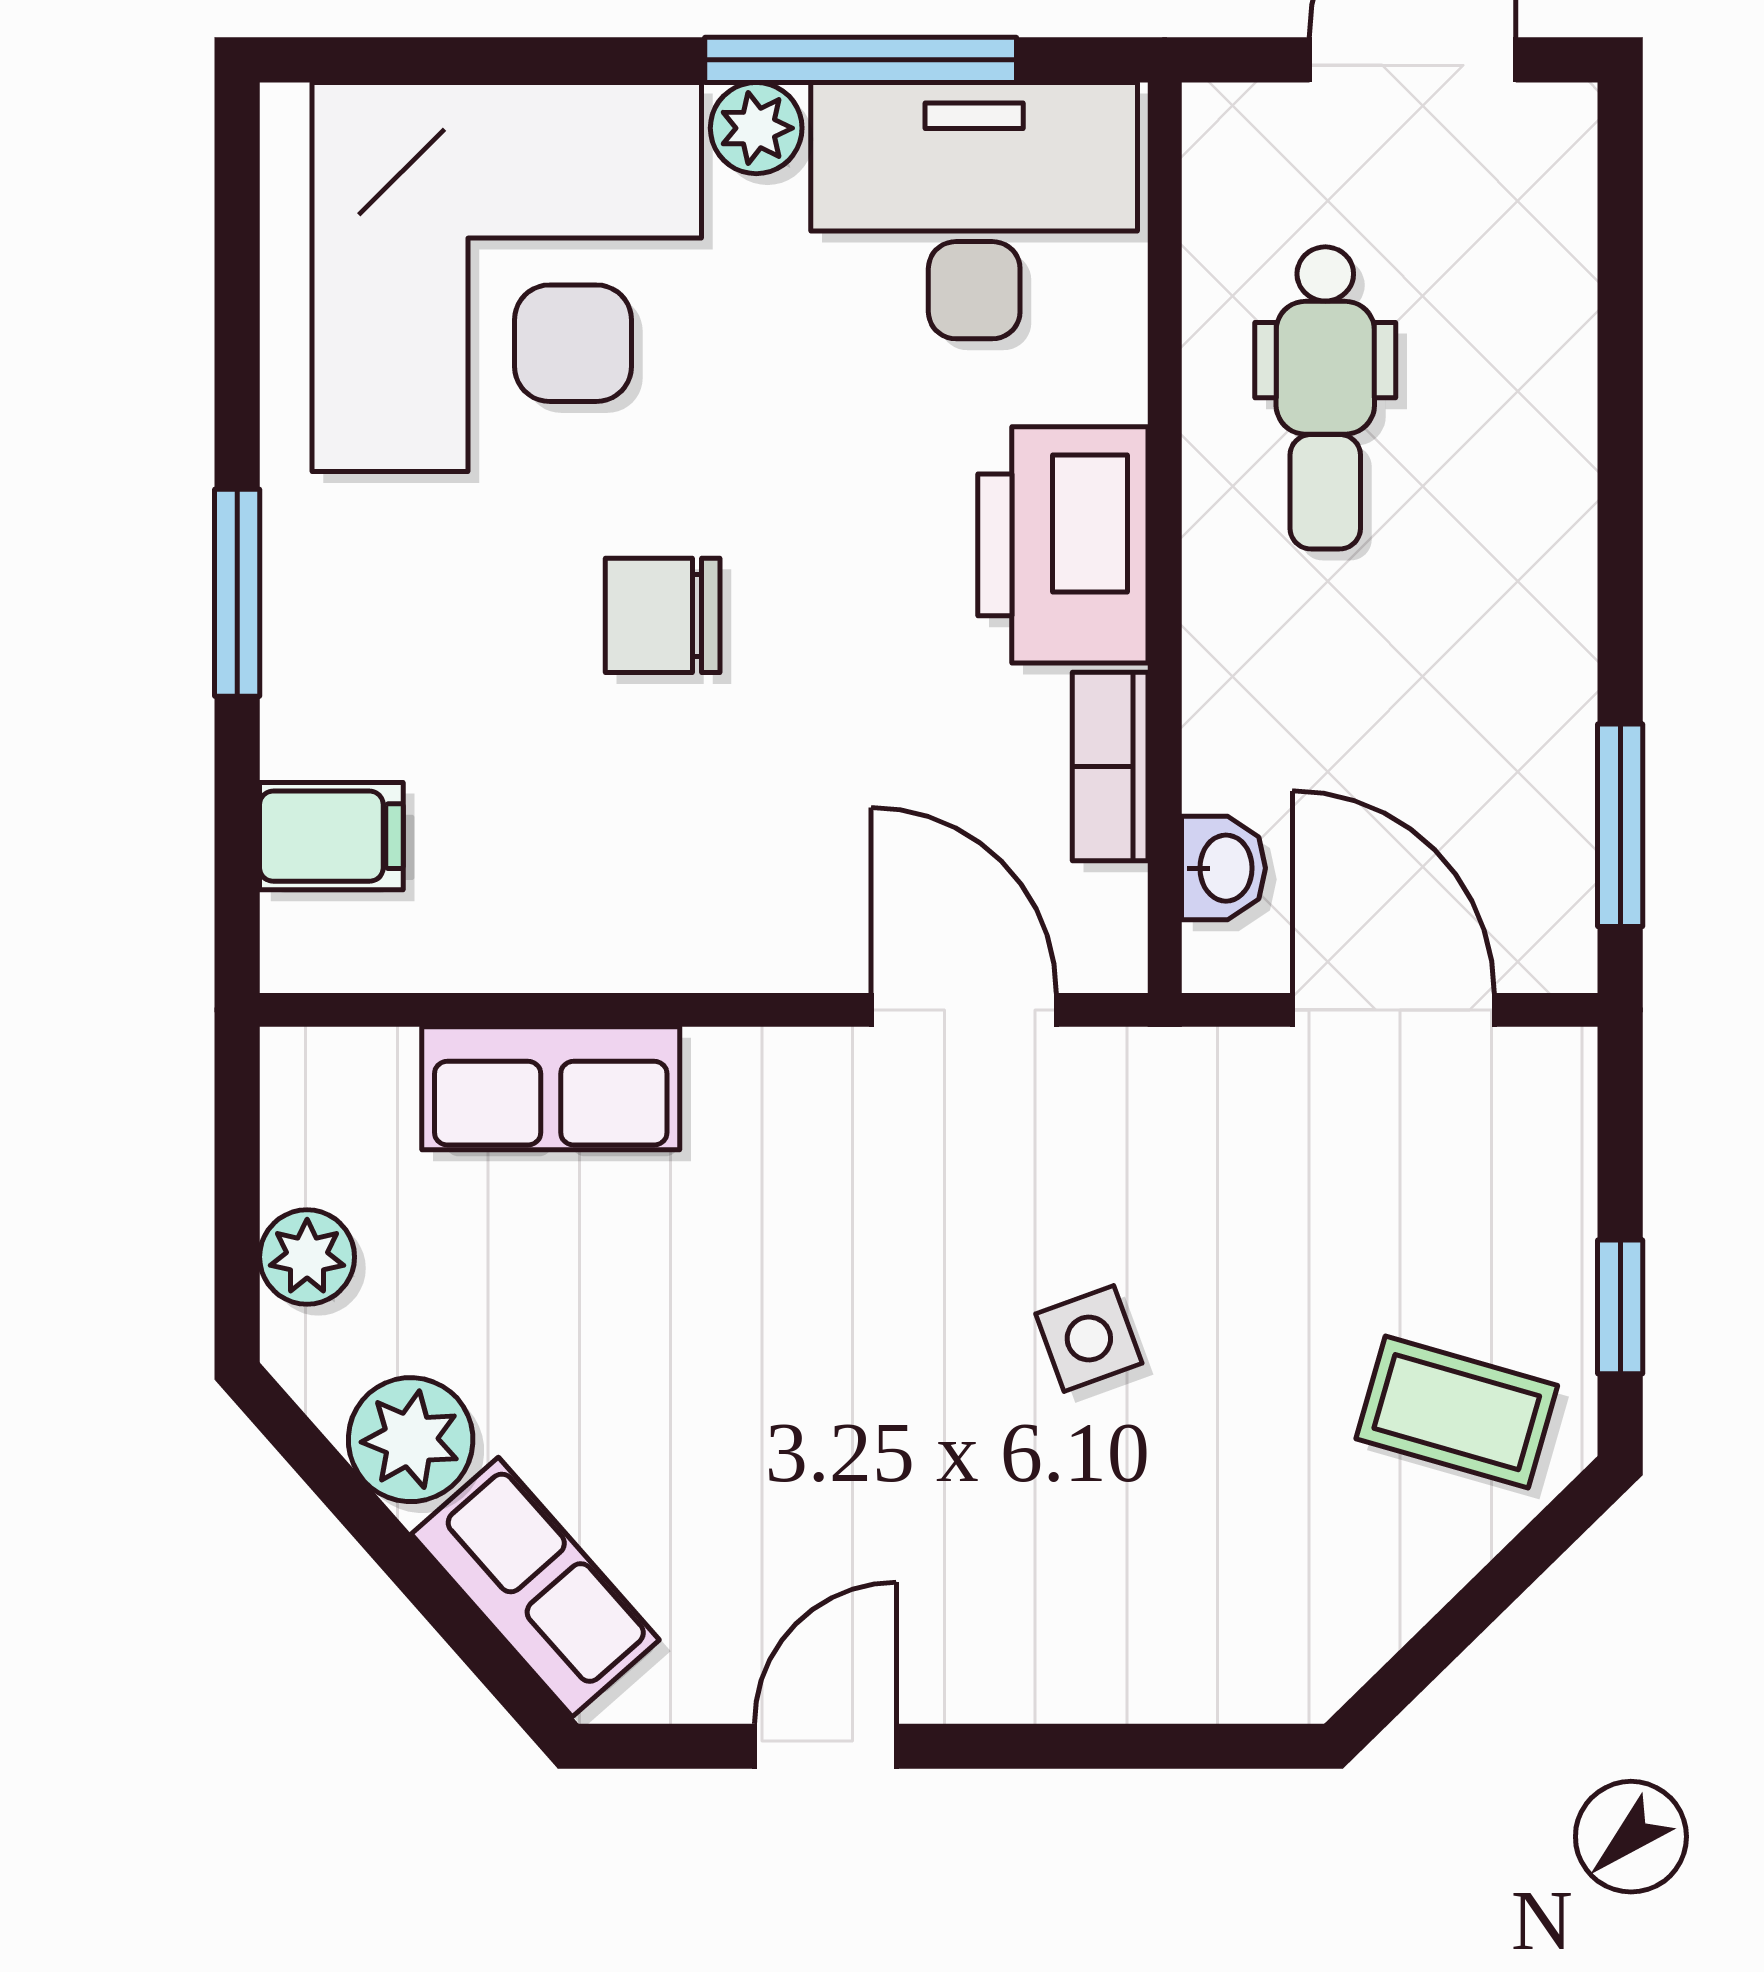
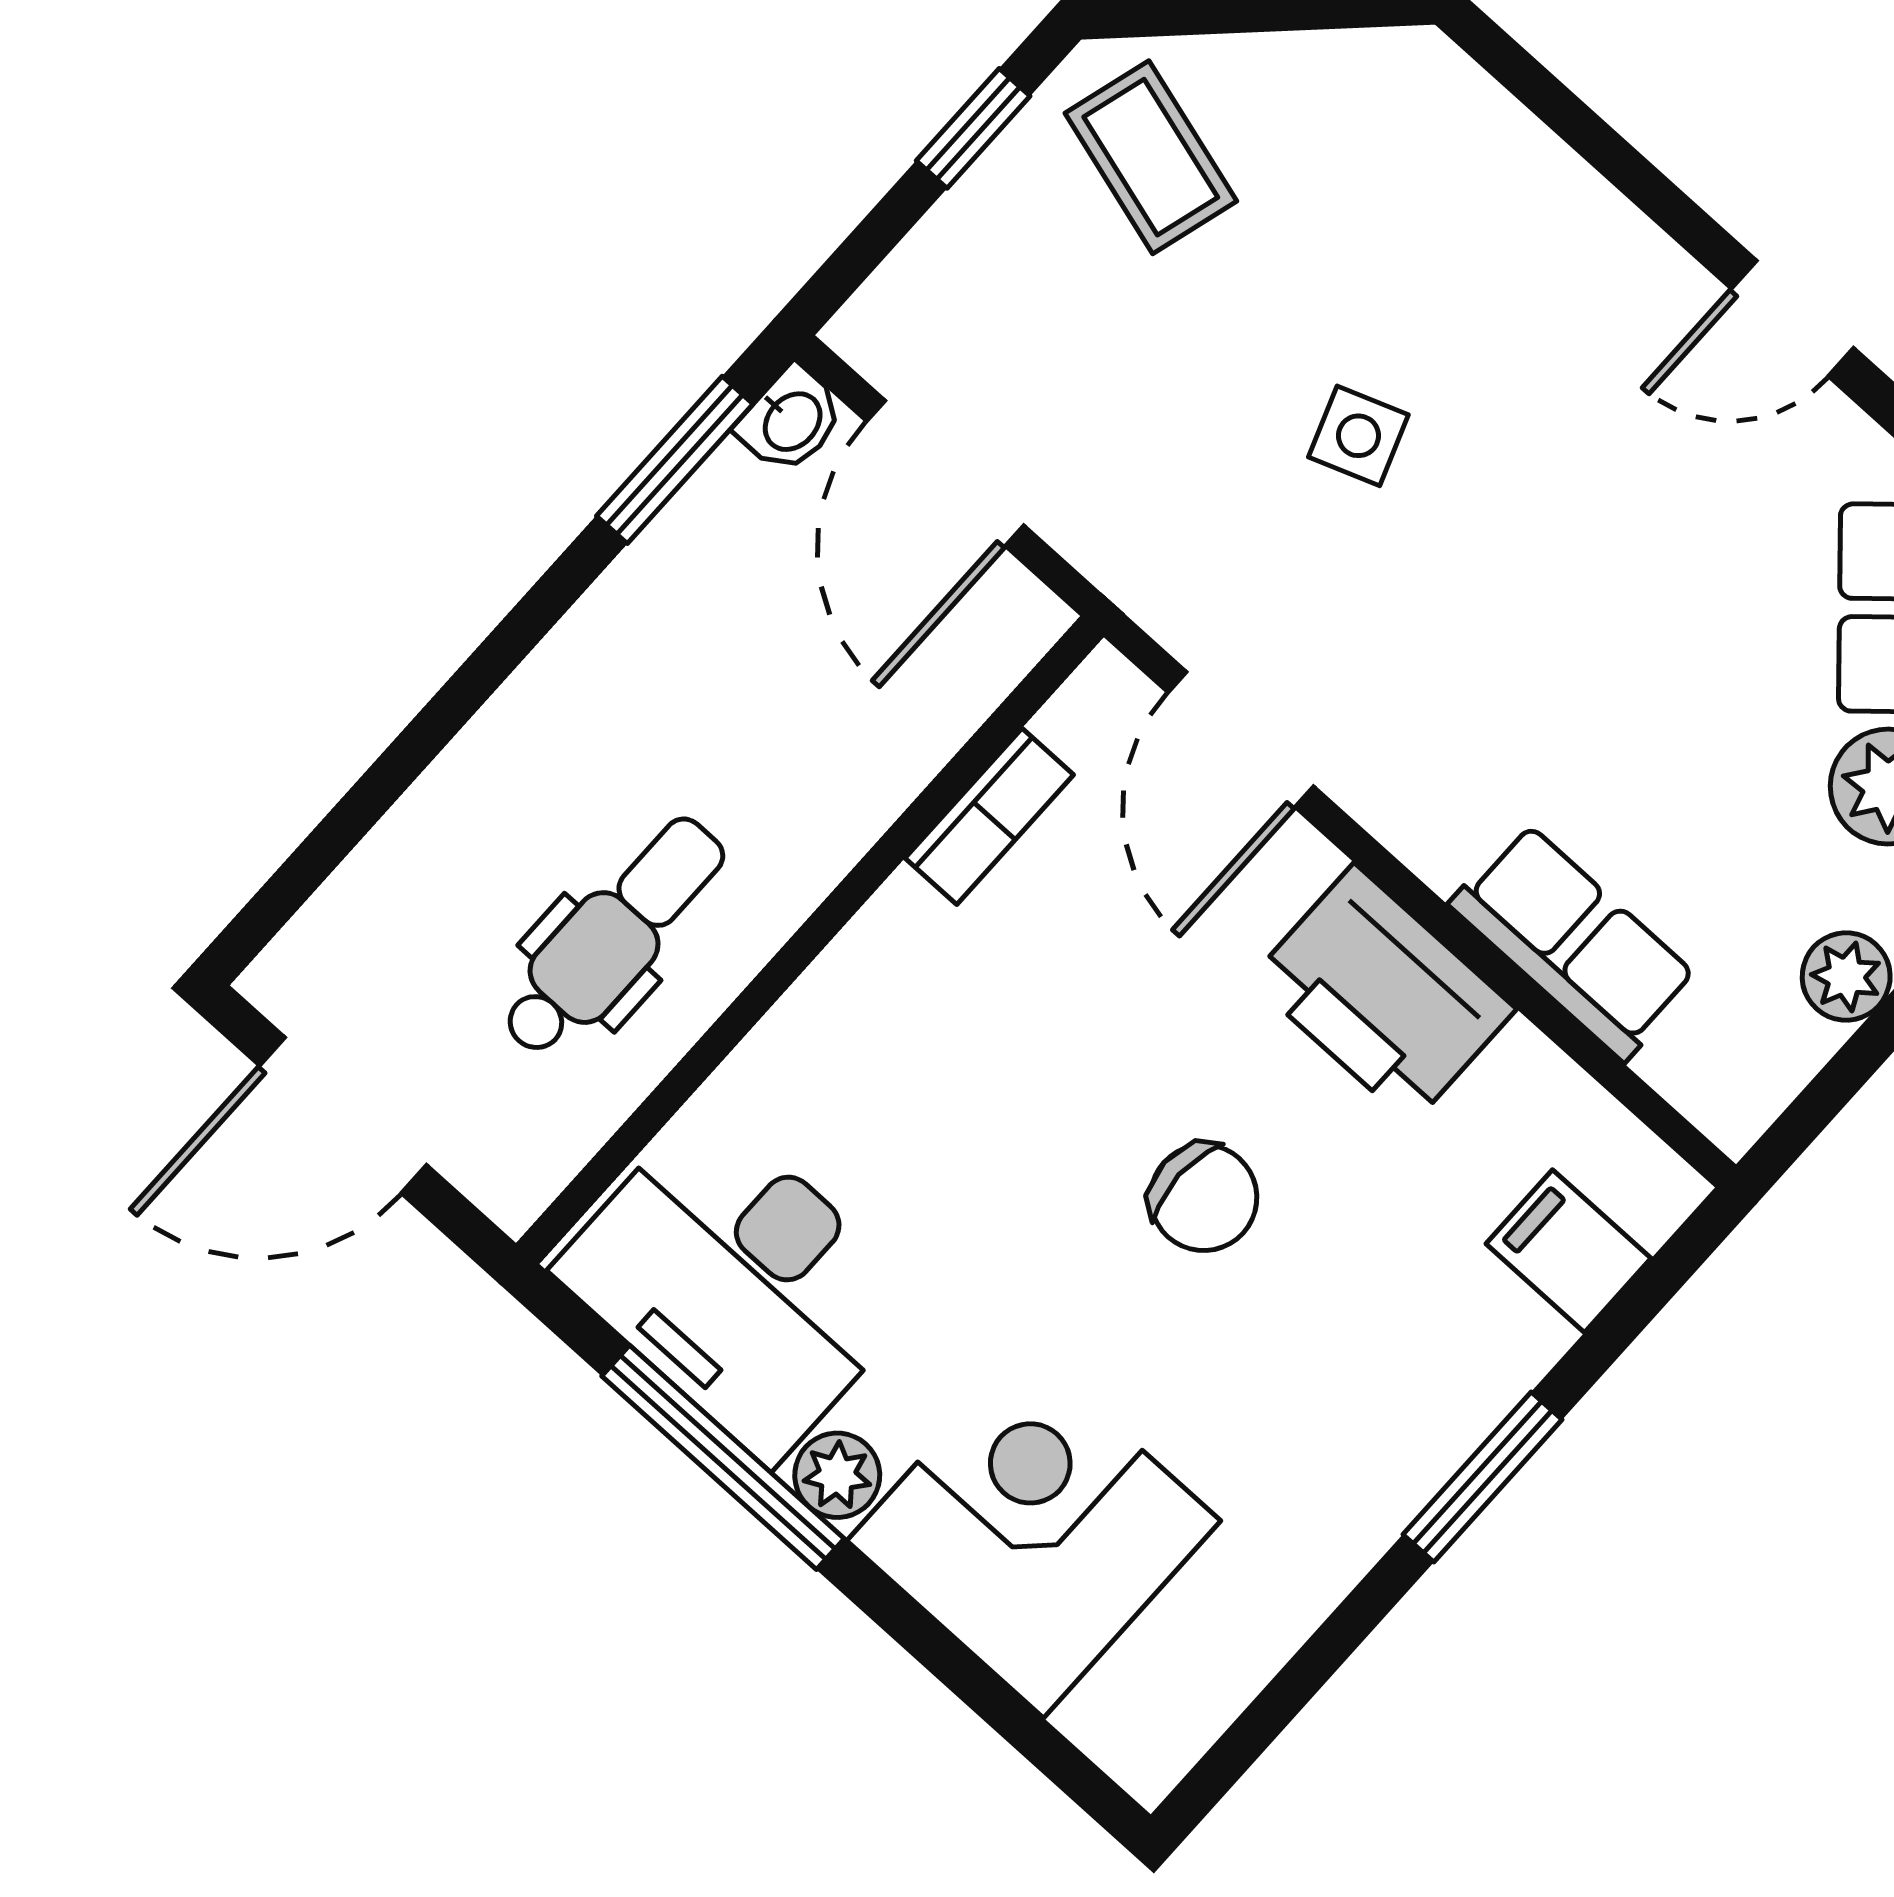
corner desk: (507, 277) -> (1034, 1531), width x0.74, depth x0.74
printer: (1063, 545) -> (1383, 994), moved, turned 90
washbasin: (1223, 868) -> (791, 420), moved, turned 180

